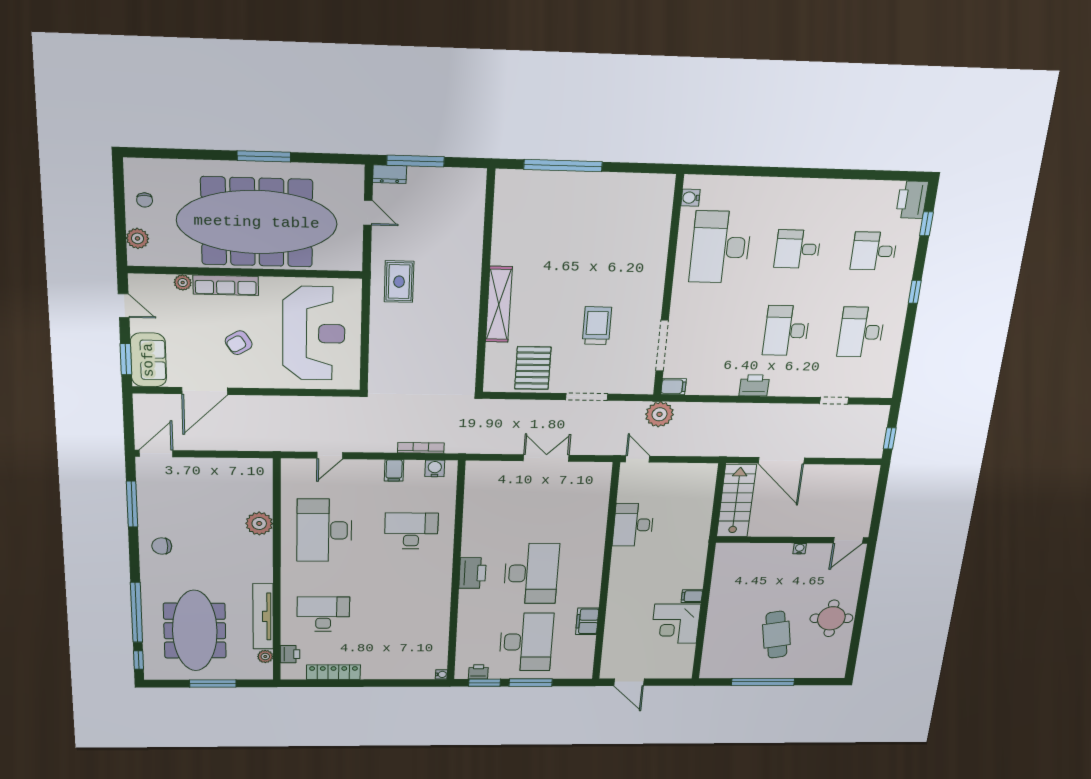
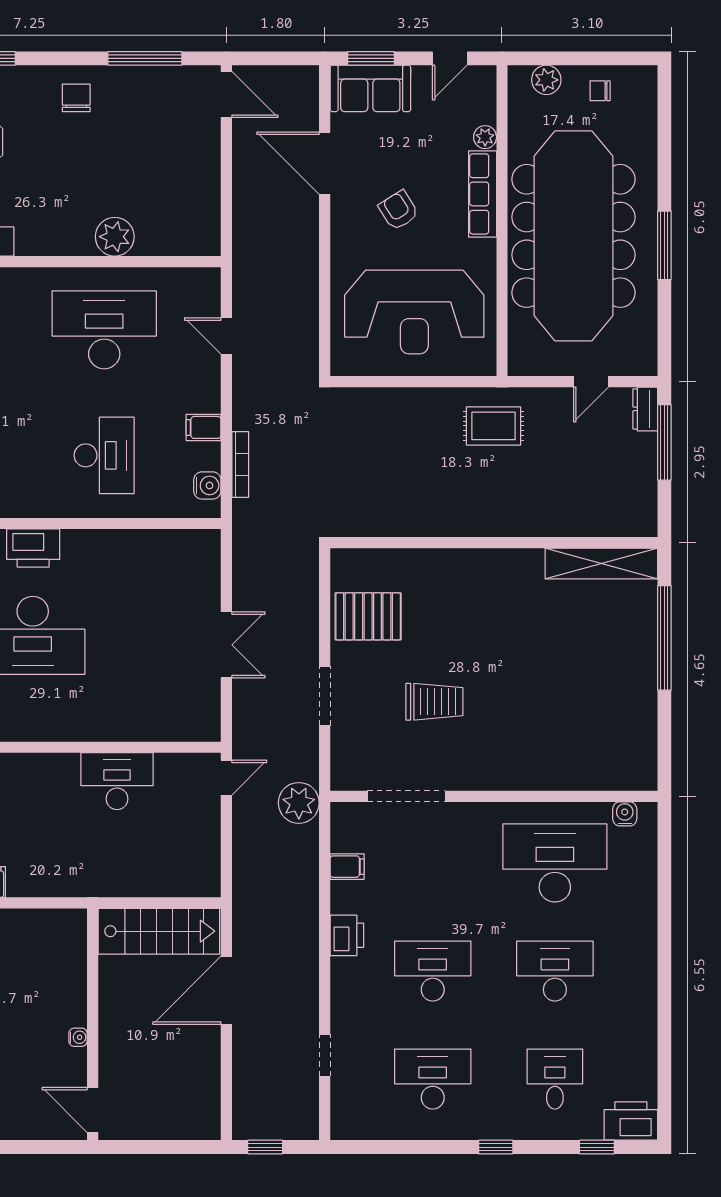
desk: (798, 249) -> (555, 971), width x1.37
shelving: (499, 304) -> (601, 563), moved
filing cabinet: (674, 387) -> (347, 867), moved, turned -90

